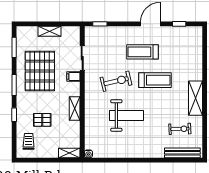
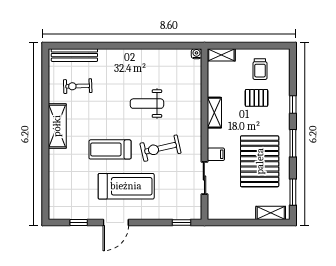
shelving: (50, 31) -> (271, 213), moved
treadmill: (143, 52) -> (126, 186), width x1.37, depth x1.38
weight bench: (127, 115) -> (147, 104), width x0.73, depth x0.75
trolley: (29, 141) -> (260, 69), moved

